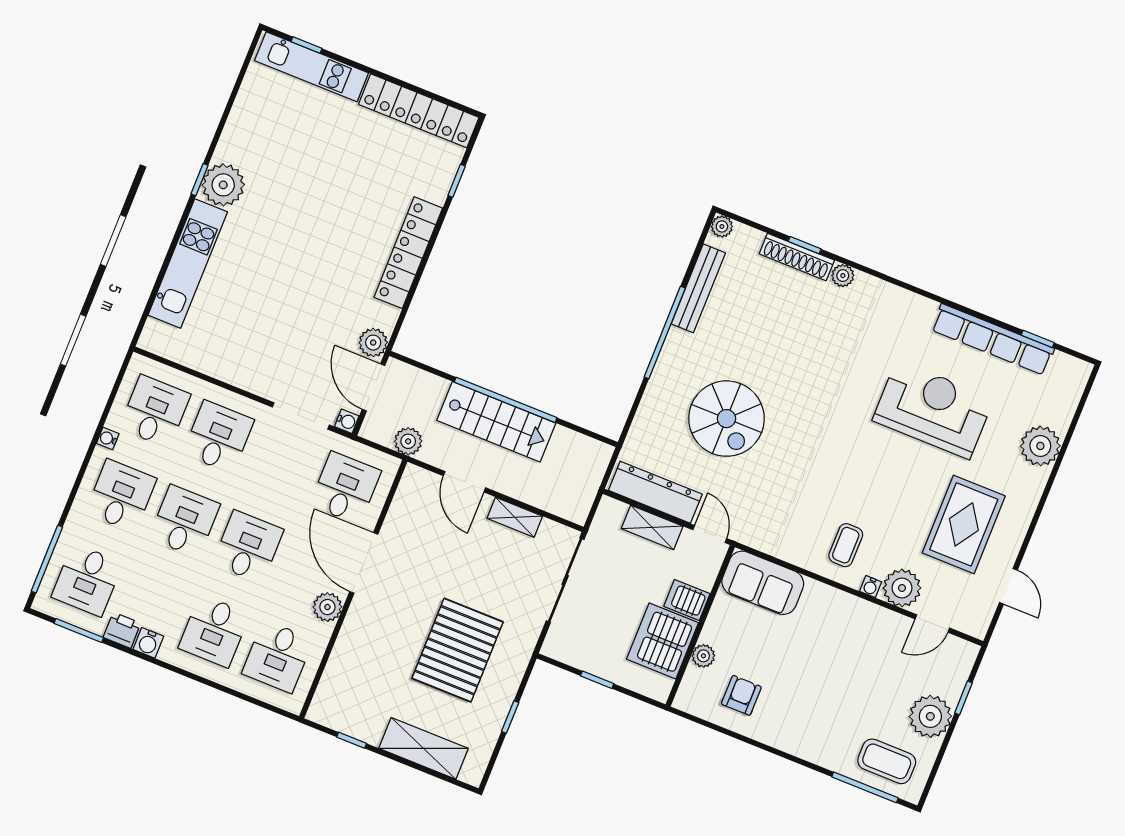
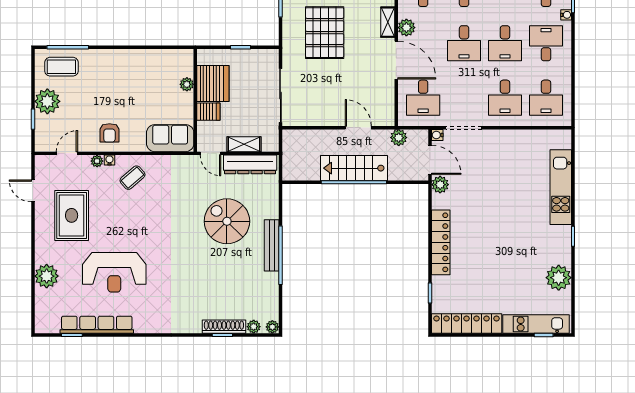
plant: (223, 185) -> (559, 278), moved
plant: (843, 276) -> (254, 327), moved
bench: (698, 288) -> (272, 245), moved
water cooler: (108, 439) -> (566, 15), moved
desk: (121, 496) -> (546, 43), turned 180
shelving: (515, 517) -> (388, 22), moved, turned 90
coffee table: (846, 545) -> (132, 178), turned 49
plant: (902, 588) -> (97, 161), width x0.53, depth x0.53
armchair: (741, 695) -> (109, 133), moved

